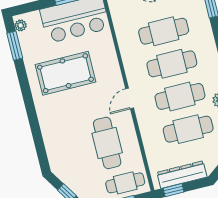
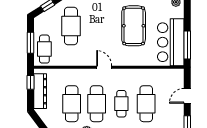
cafe table: (172, 64) -> (121, 104), width x0.73, depth x0.74
cafe table: (107, 143) -> (71, 26), moved, turned 90

